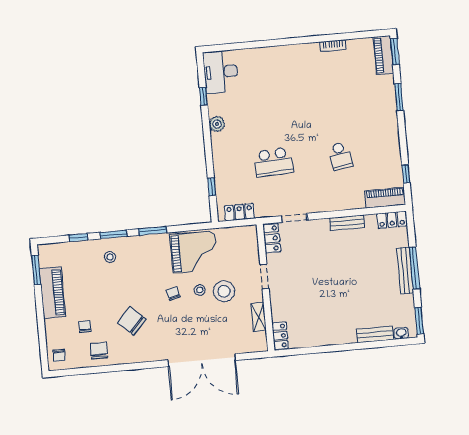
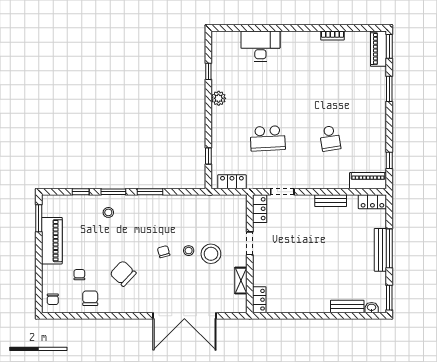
desk: (221, 72) -> (260, 46), moved, turned 90
grand piano: (194, 252) -> (186, 215), removed

